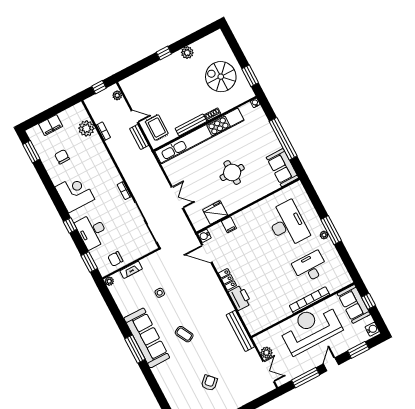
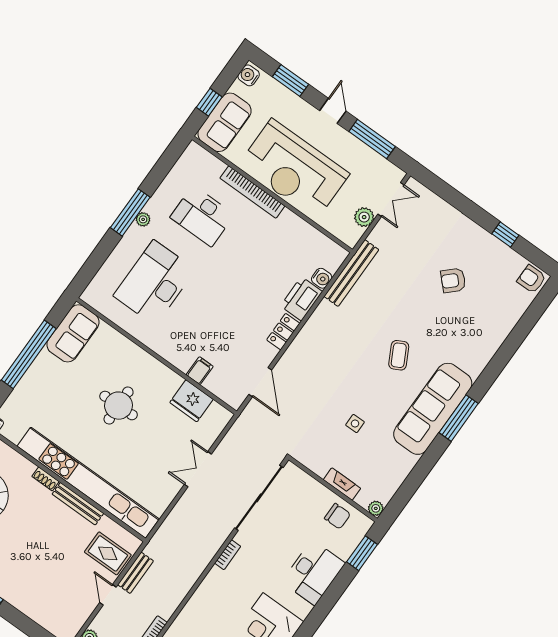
rug: (157, 128) -> (108, 553), turned 90
window: (70, 225) -> (321, 610), removed
water cooler: (204, 236) -> (322, 278), moved
door: (331, 364) -> (333, 111), swing flipped
double door: (269, 371) -> (391, 200), swing flipped

